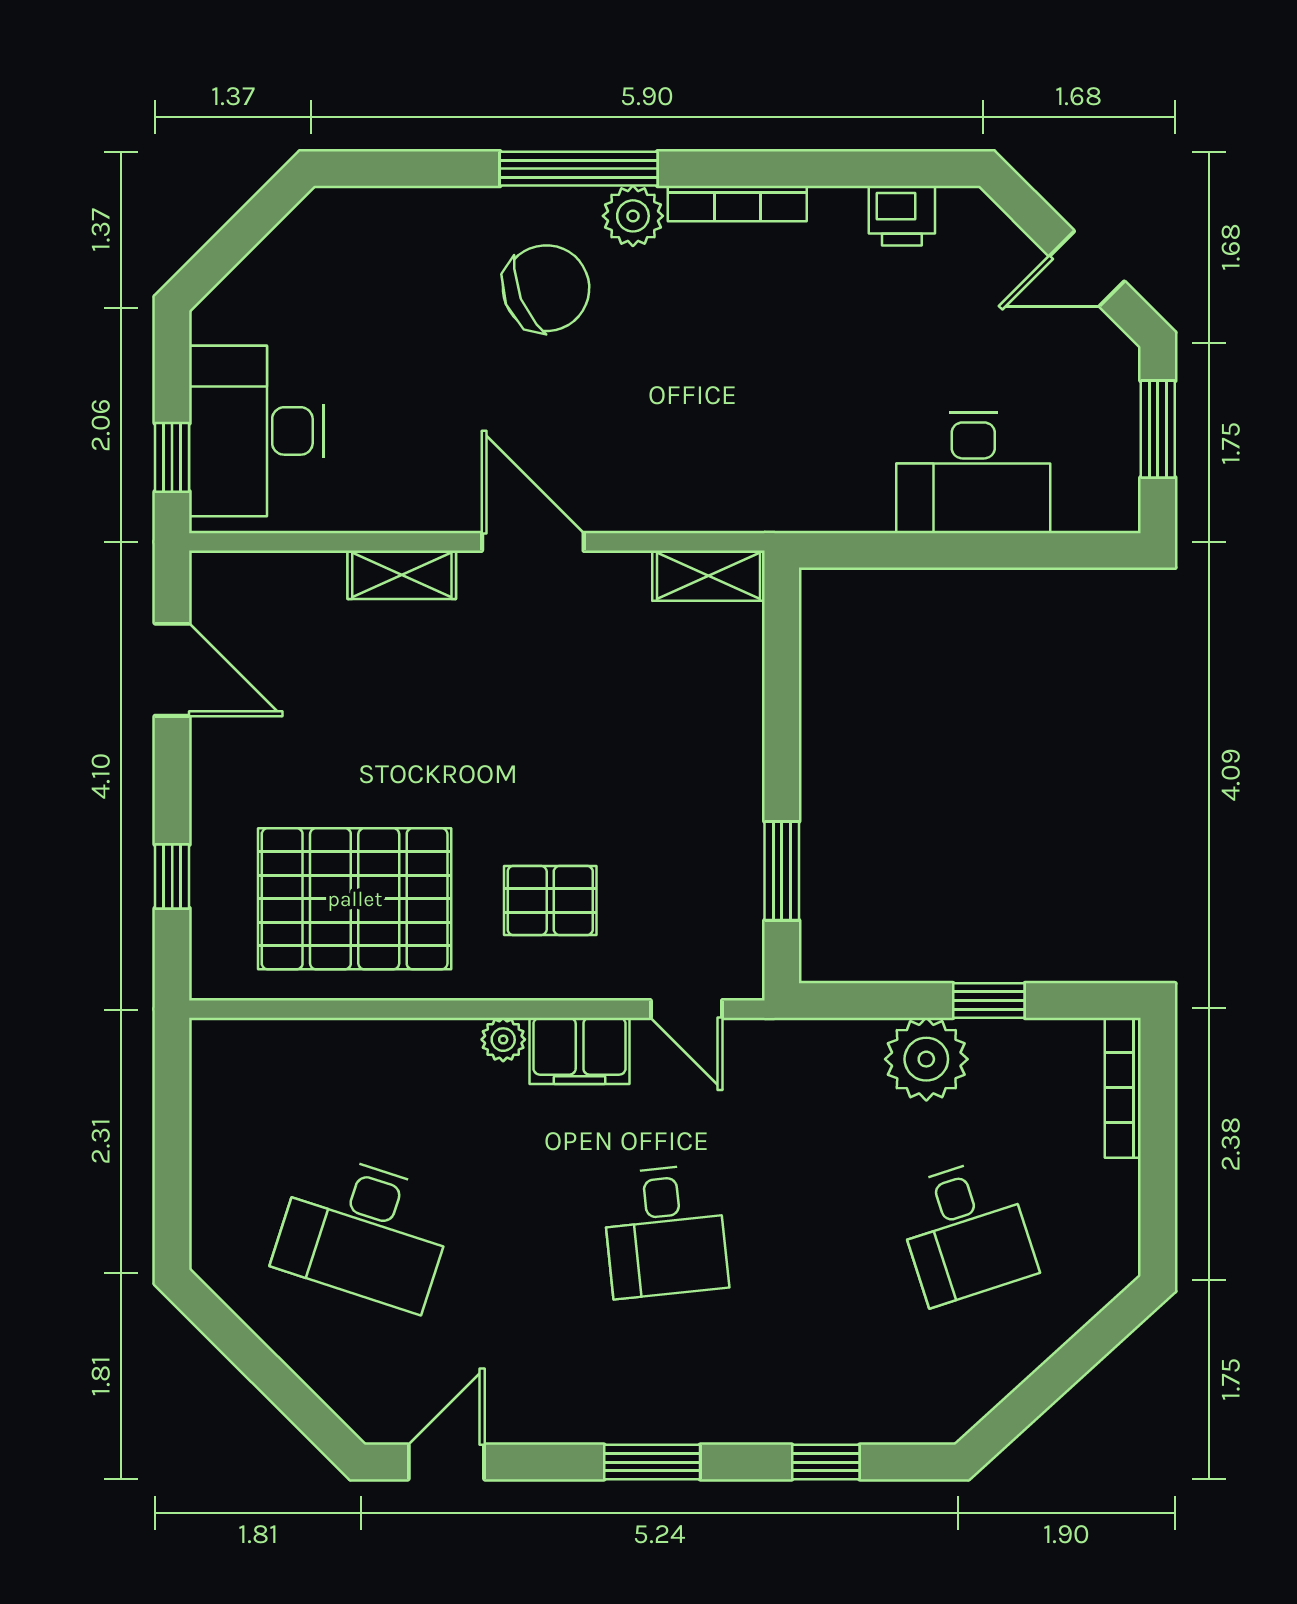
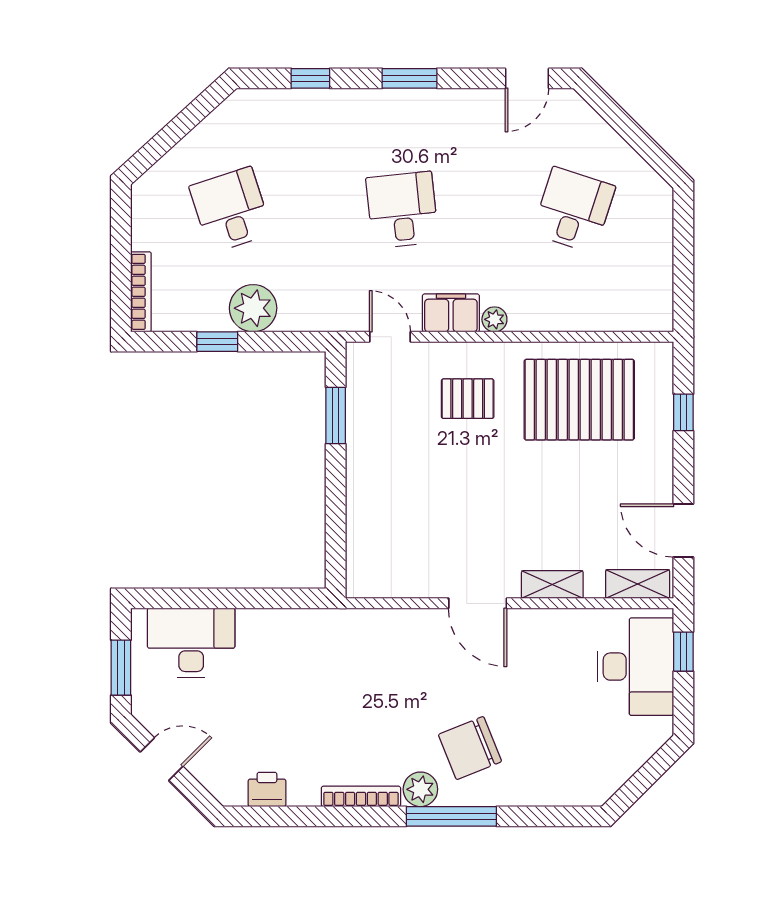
desk: (973, 473) -> (191, 643), moved
shelving: (708, 576) -> (638, 584), moved
desk: (364, 1231) -> (574, 210), width x0.73

